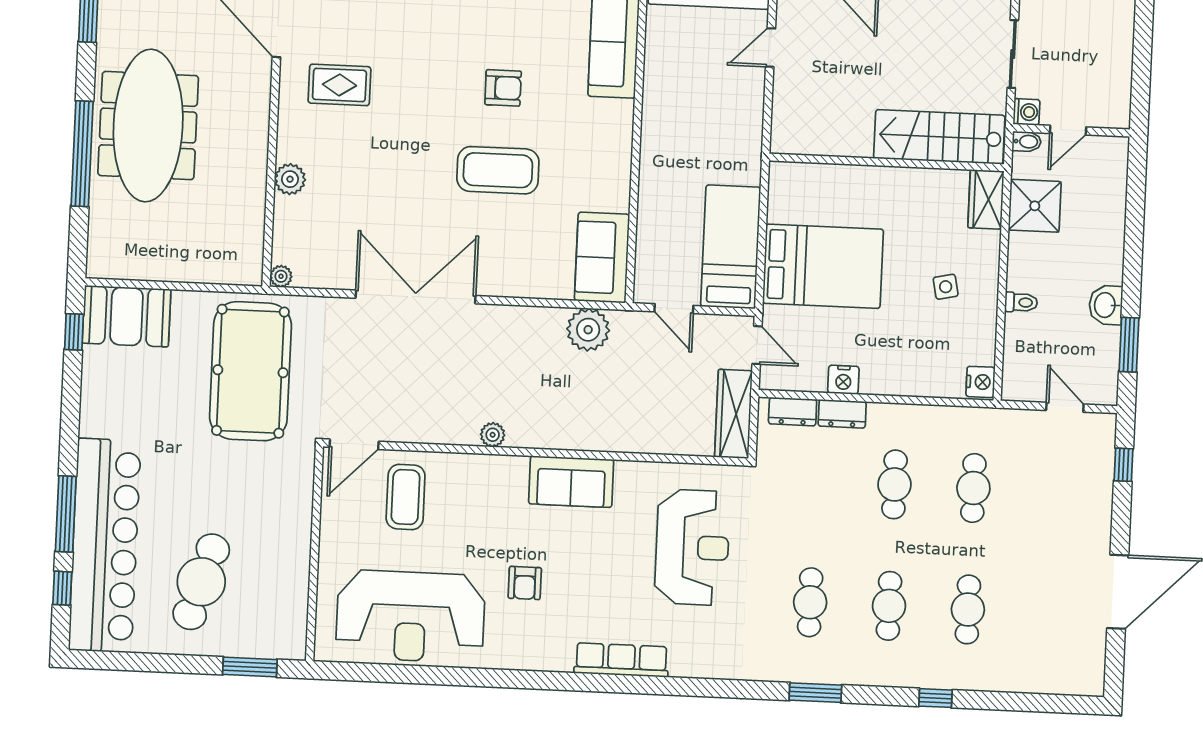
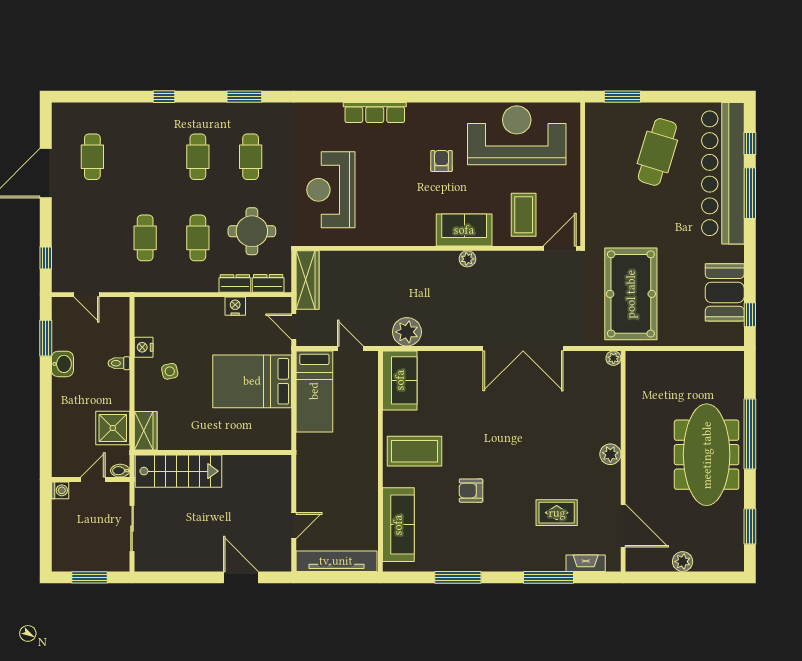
rug: (339, 85) -> (557, 513), moved
washing machine: (1026, 112) -> (60, 490), moved, turned 180
coffee table: (498, 170) -> (415, 451), moved
plant: (290, 179) -> (610, 454), moved
booth: (127, 316) -> (725, 292), moved, turned 90
nightstand: (980, 382) -> (144, 347), moved
sofa: (571, 482) -> (464, 230), moved
round table: (813, 491) -> (252, 231), added
cafe table: (968, 609) -> (92, 157), moved

